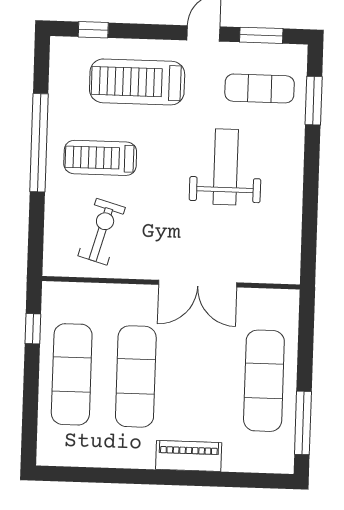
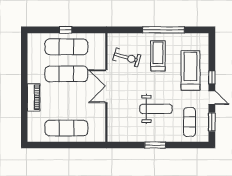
window: (93, 30) -> (212, 77), moved
window: (314, 101) -> (155, 145), moved
double door: (198, 284) -> (106, 86), moved
window: (33, 329) -> (66, 30), moved
window: (303, 423) -> (49, 145), removed

